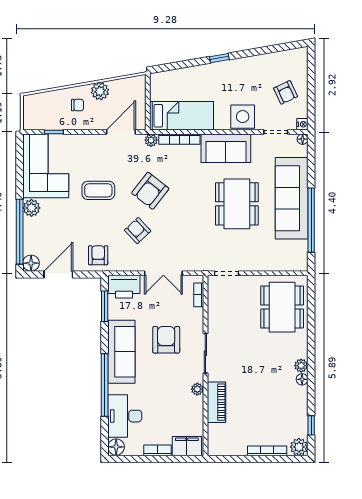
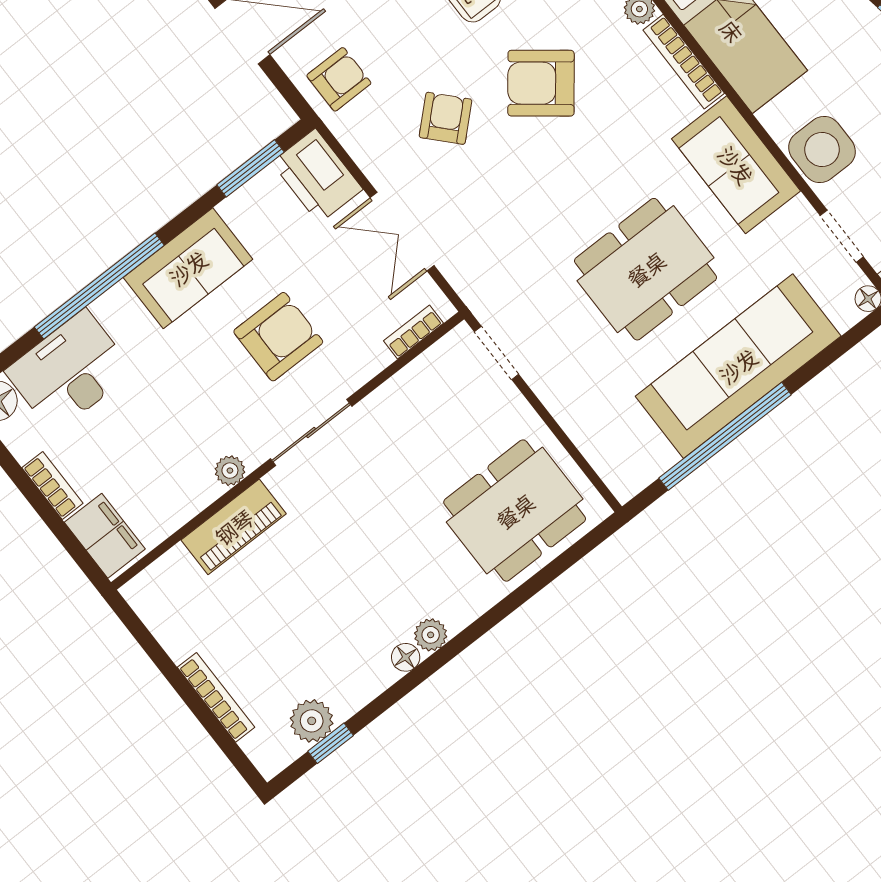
sofa: (121, 352) -> (188, 268), width x0.73
plant: (299, 447) -> (312, 721), moved

